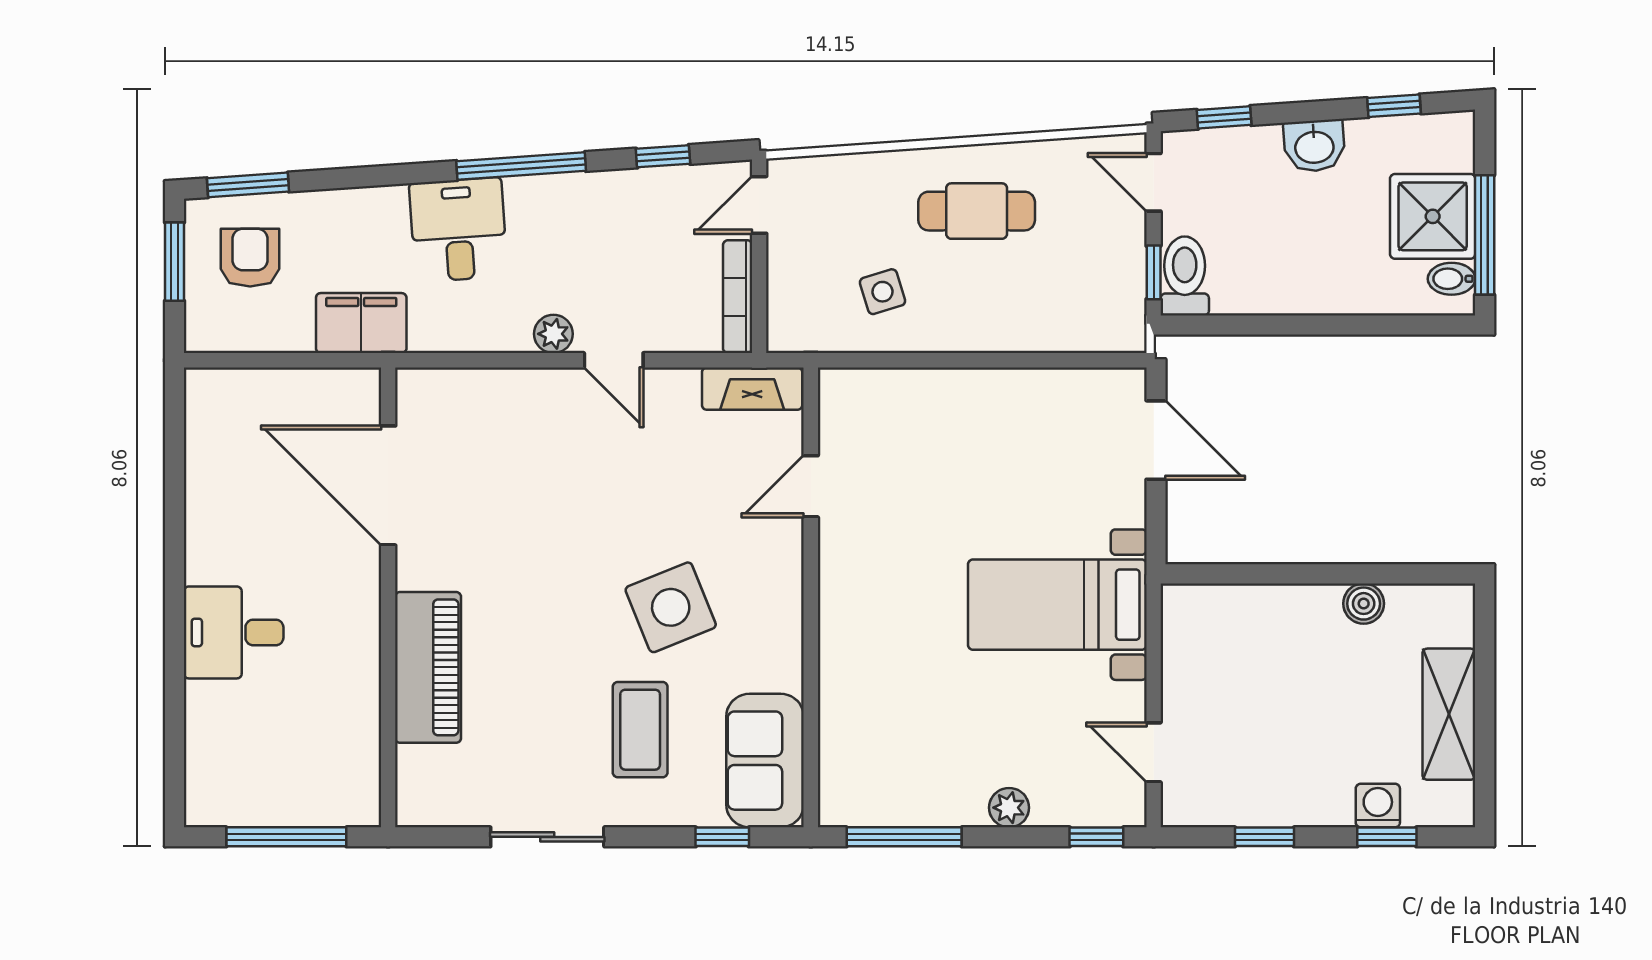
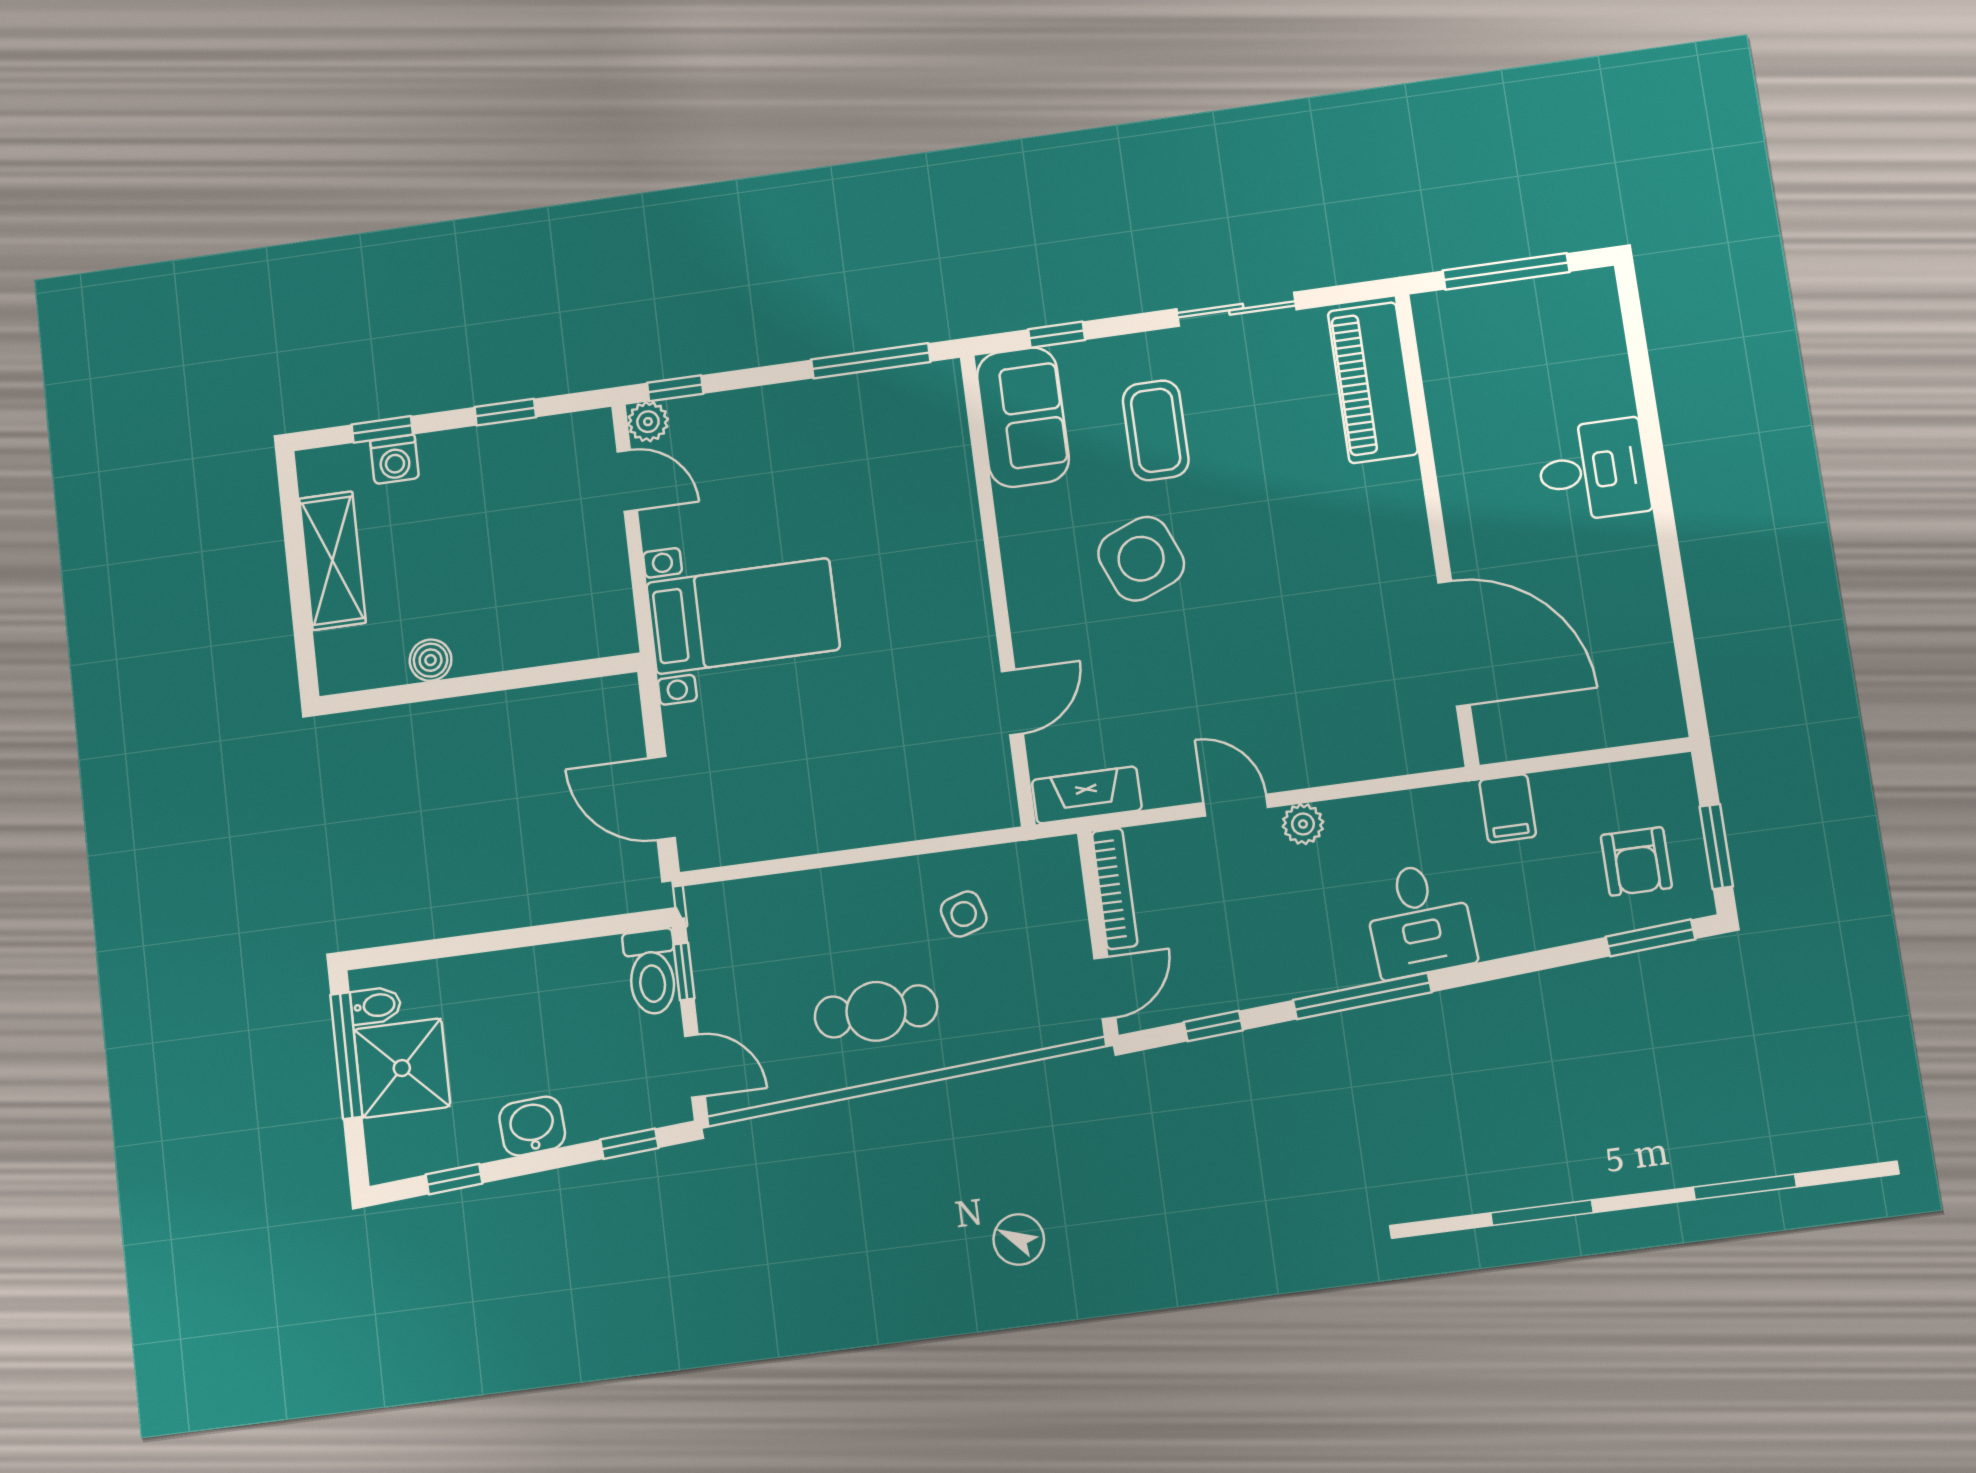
filing cabinet: (361, 323) -> (1508, 808), width x0.50
piano: (428, 667) -> (1373, 383), moved
plant: (1009, 808) -> (648, 422), moved

